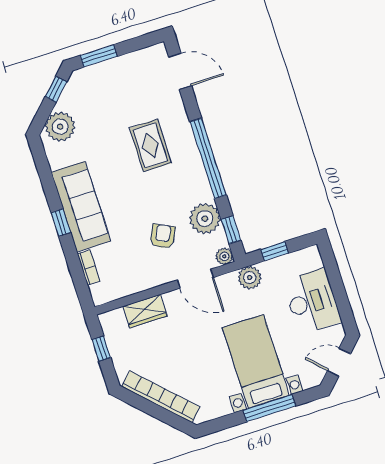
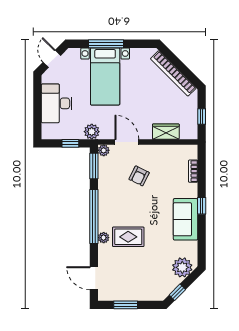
window: (99, 56) -> (126, 305), moved
rug: (150, 145) -> (128, 237), turned 90
sofa: (81, 207) -> (186, 219), width x0.73
plant: (205, 219) -> (104, 238), moved, width x0.53, depth x0.53
window: (231, 230) -> (94, 166), width x1.50
door: (339, 362) -> (52, 59), swing flipped

